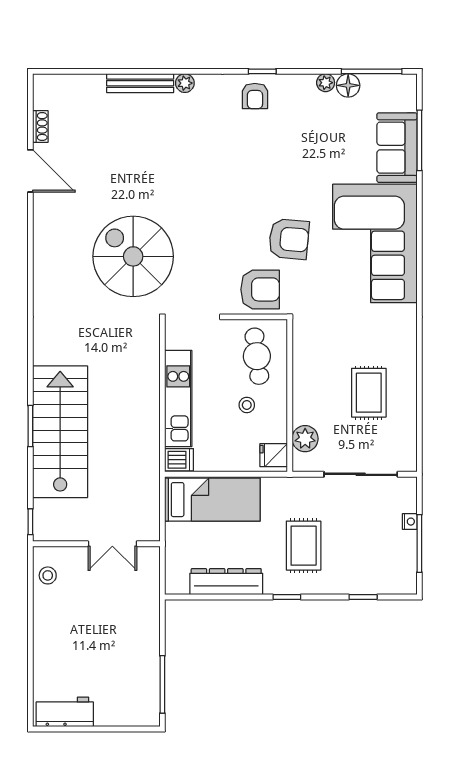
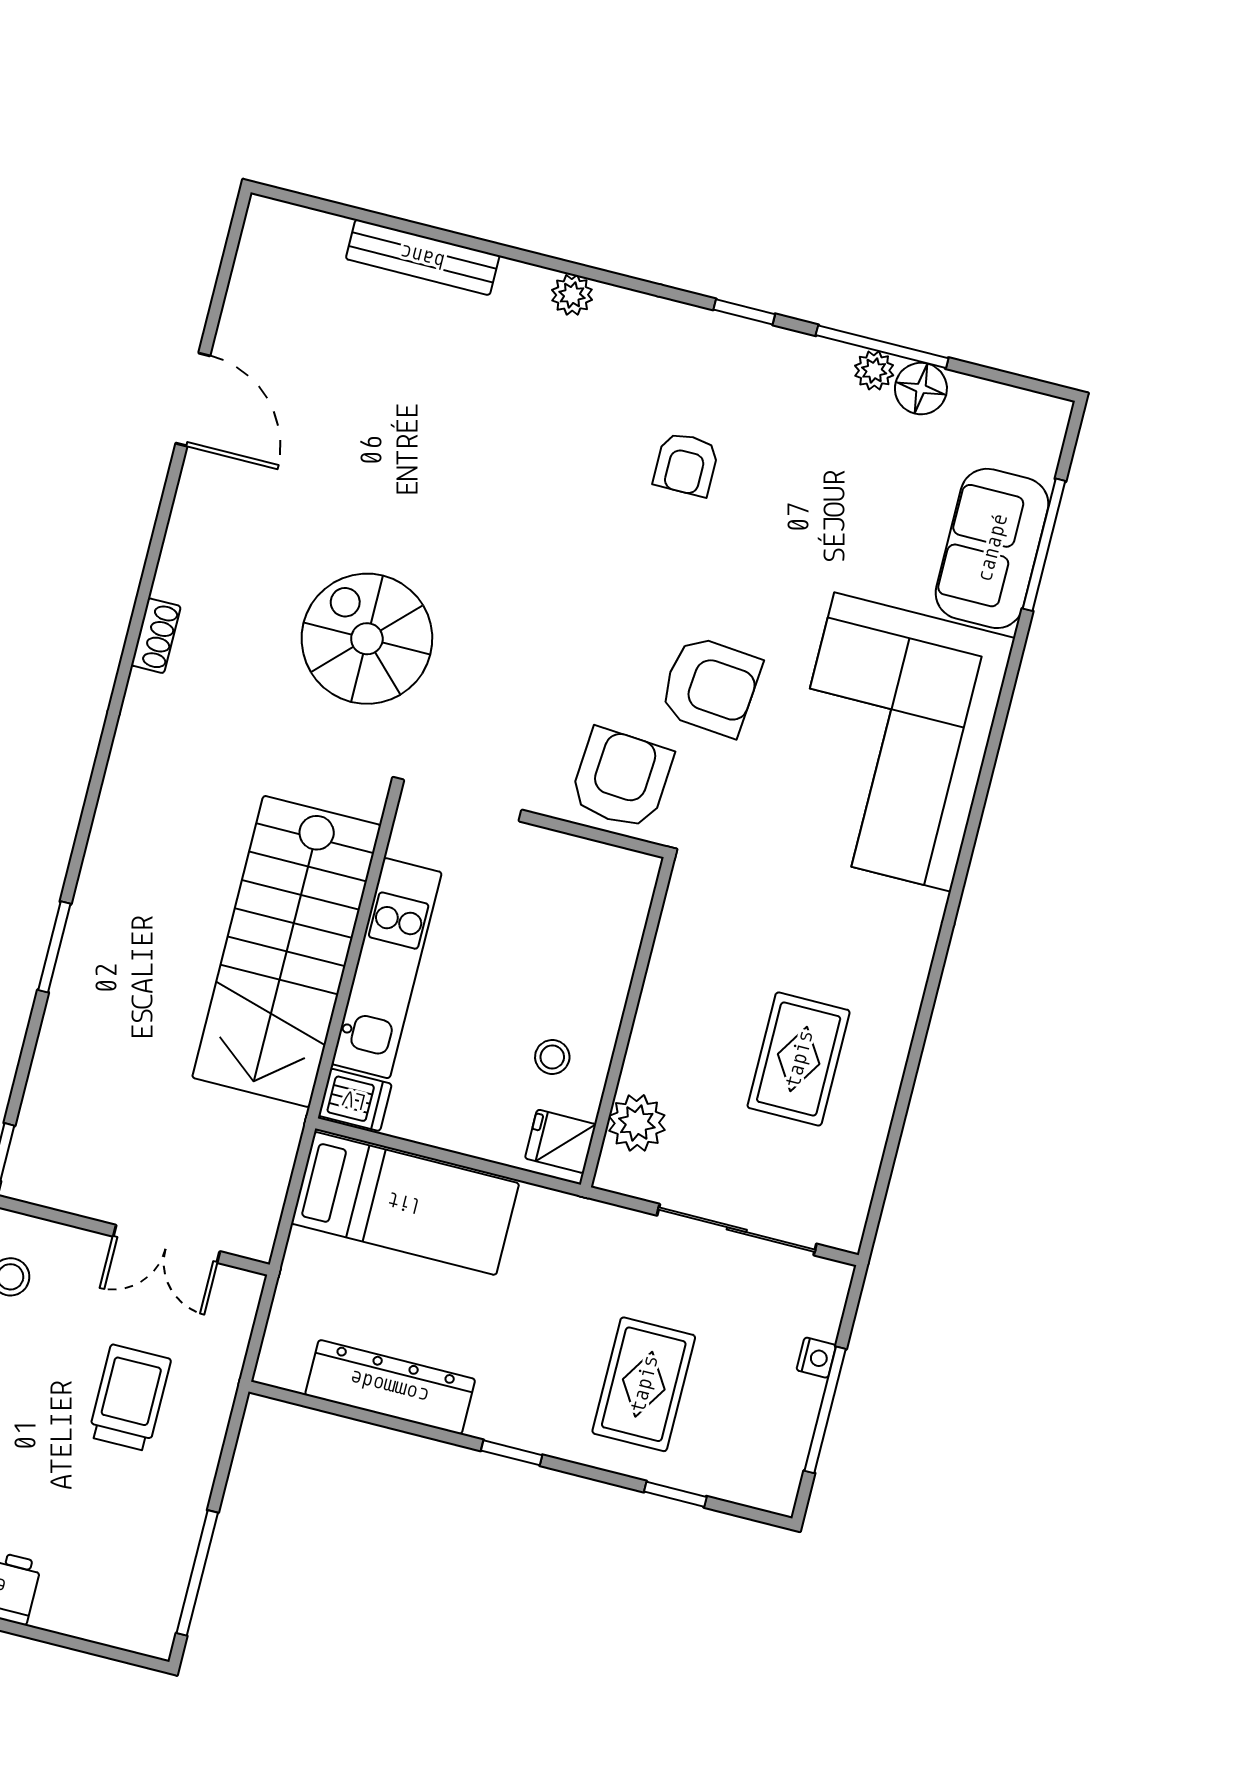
window: (372, 71) -> (882, 347), moved
bench: (140, 83) -> (423, 257), moved
armchair: (255, 96) -> (686, 464), moved
shoe rack: (40, 127) -> (156, 636), moved
spiral stairs: (133, 256) -> (367, 639), width x0.73, depth x0.73
armchair: (260, 289) -> (621, 779), turned -86
cafe table: (257, 356) -> (578, 920), removed
stool: (247, 405) -> (552, 1057), moved
stairs: (60, 432) -> (287, 951), moved, turned 180
rug: (304, 546) -> (644, 1384), moved
trolley: (113, 615) -> (130, 1398), added

